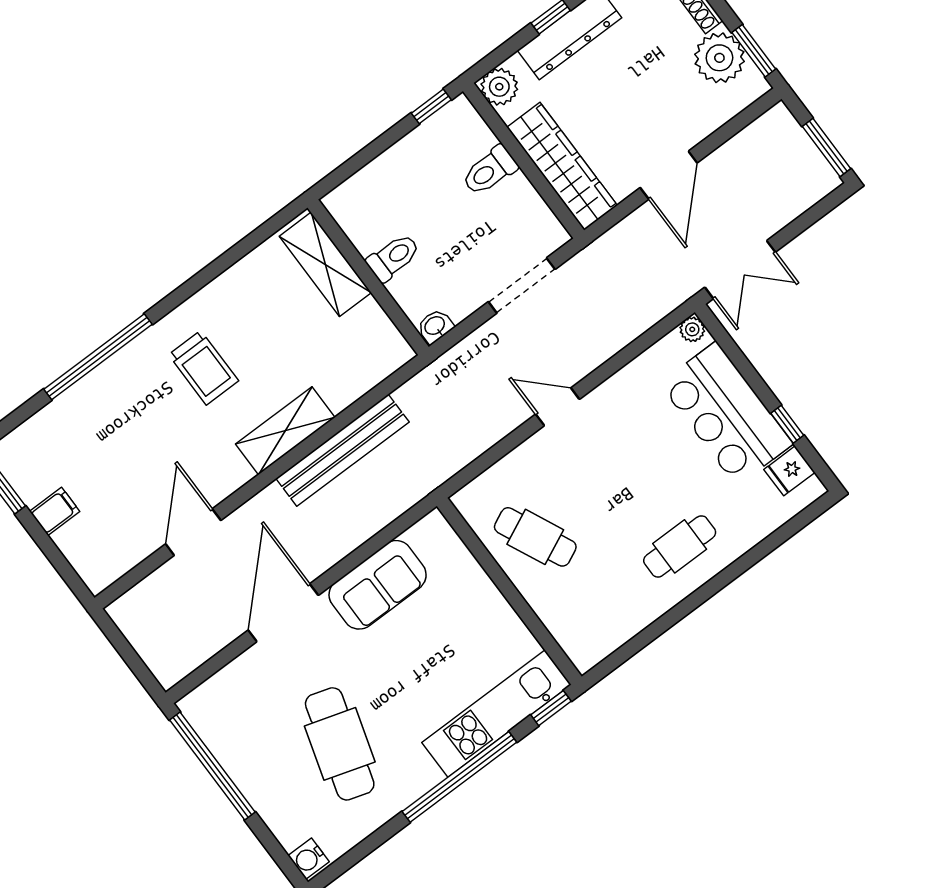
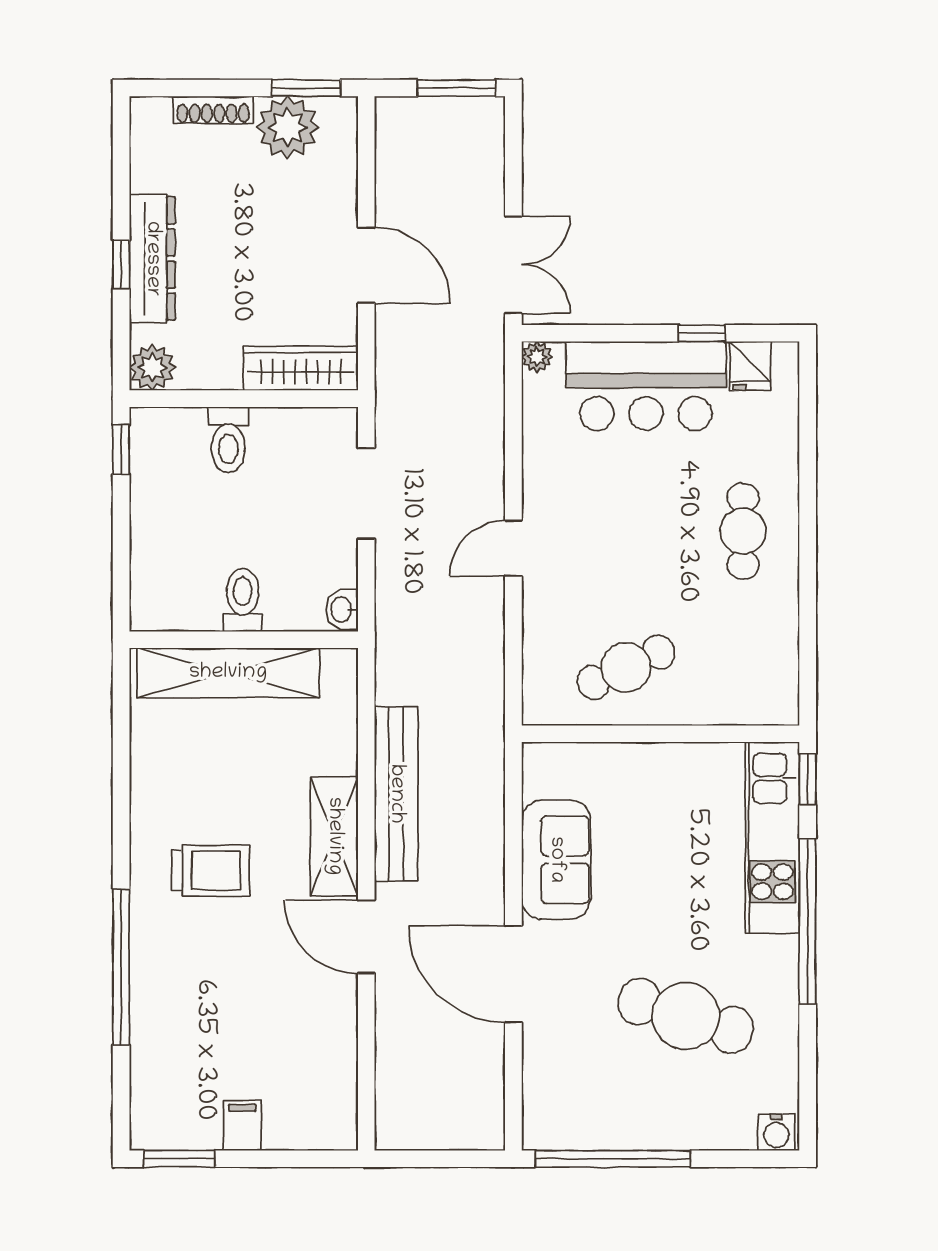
wardrobe: (562, 166) -> (301, 368), width x0.71, depth x0.85
shelving: (325, 264) -> (228, 673), width x1.47
door: (193, 532) -> (366, 937), moved

